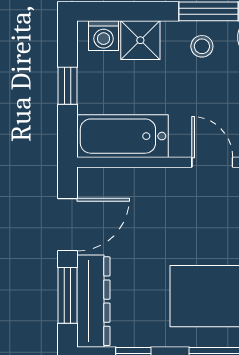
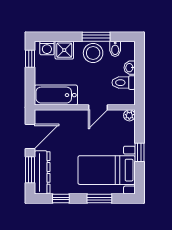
stool: (202, 46) -> (93, 53), width x1.89, depth x1.89
window: (67, 86) -> (30, 59), moved
door: (212, 162) -> (98, 107), swing flipped

